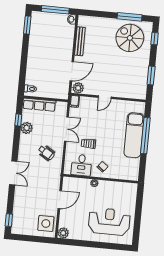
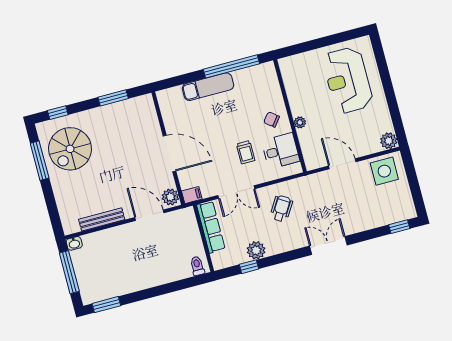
door: (105, 97) -> (170, 154), width x1.88
row of seats: (39, 105) -> (211, 227), moved
double door: (66, 129) -> (236, 192), swing flipped
exam couch: (134, 135) -> (208, 87), width x0.73, depth x0.69
window: (145, 136) -> (231, 66), moved

